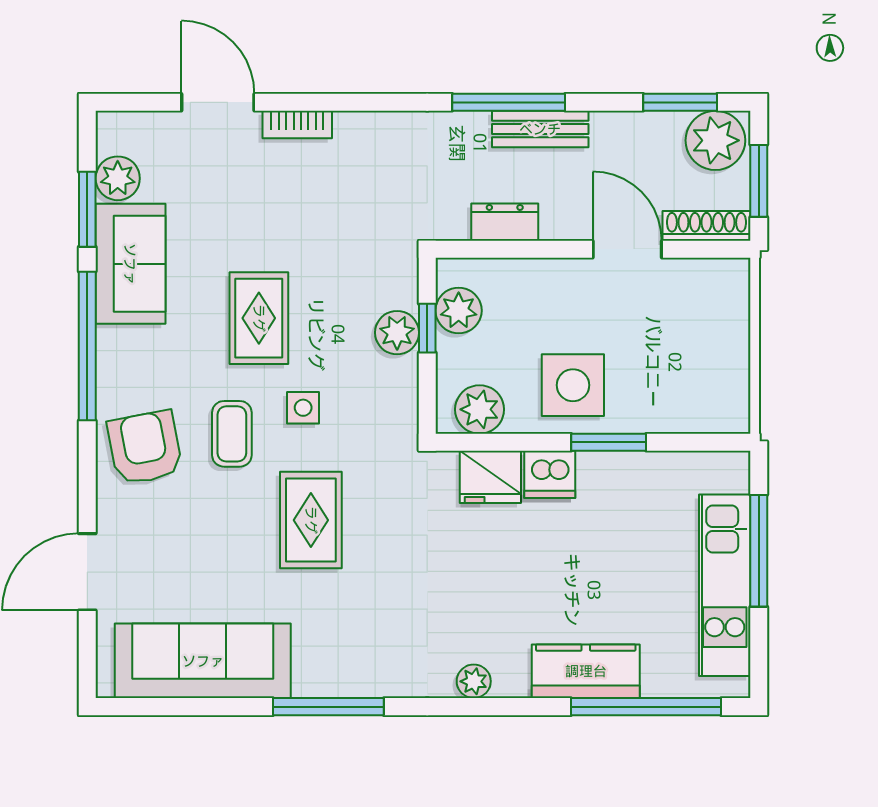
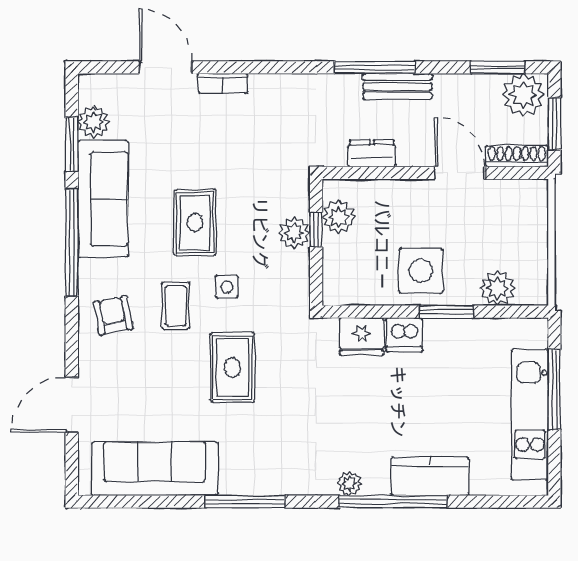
sofa: (130, 264) -> (103, 199), width x1.36
plant: (480, 409) -> (497, 288), moved
armchair: (145, 448) -> (113, 316), width x0.72, depth x0.72
window: (646, 707) -> (393, 502), moved

